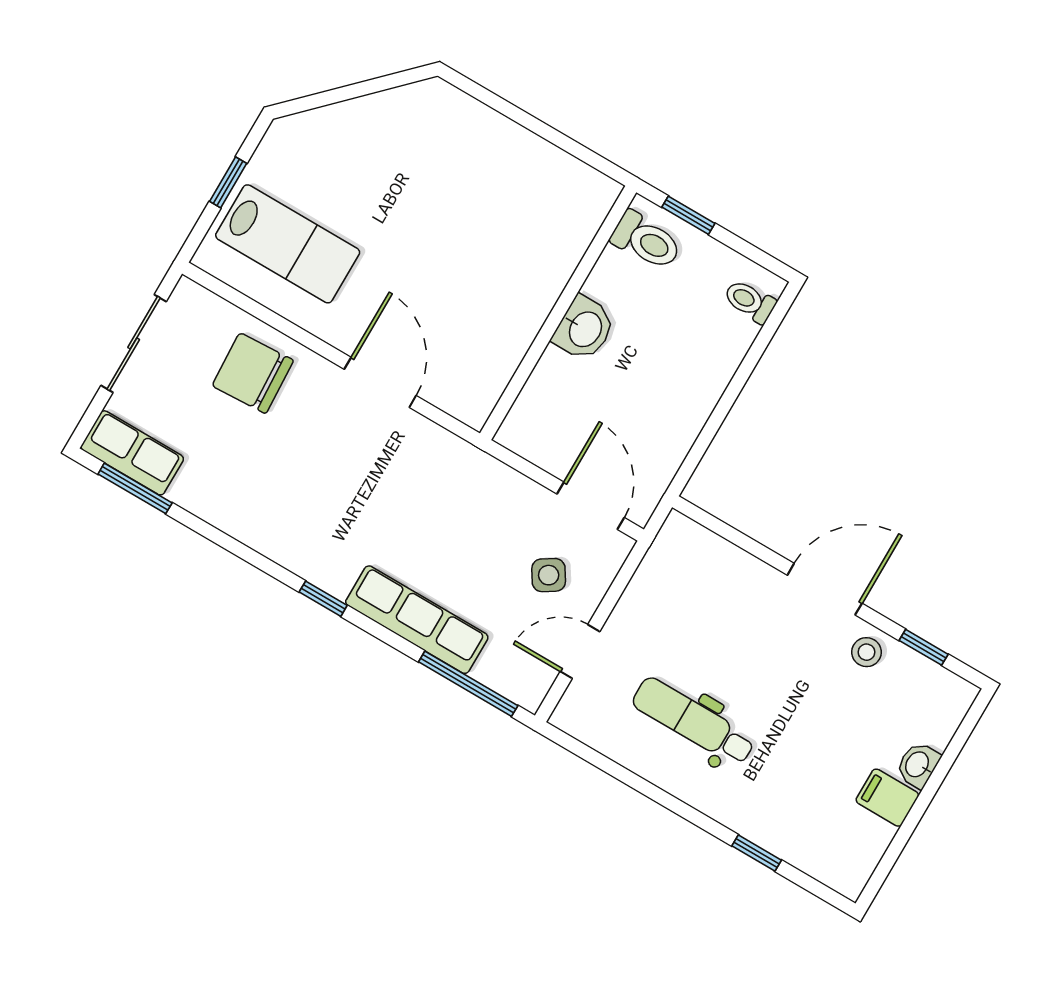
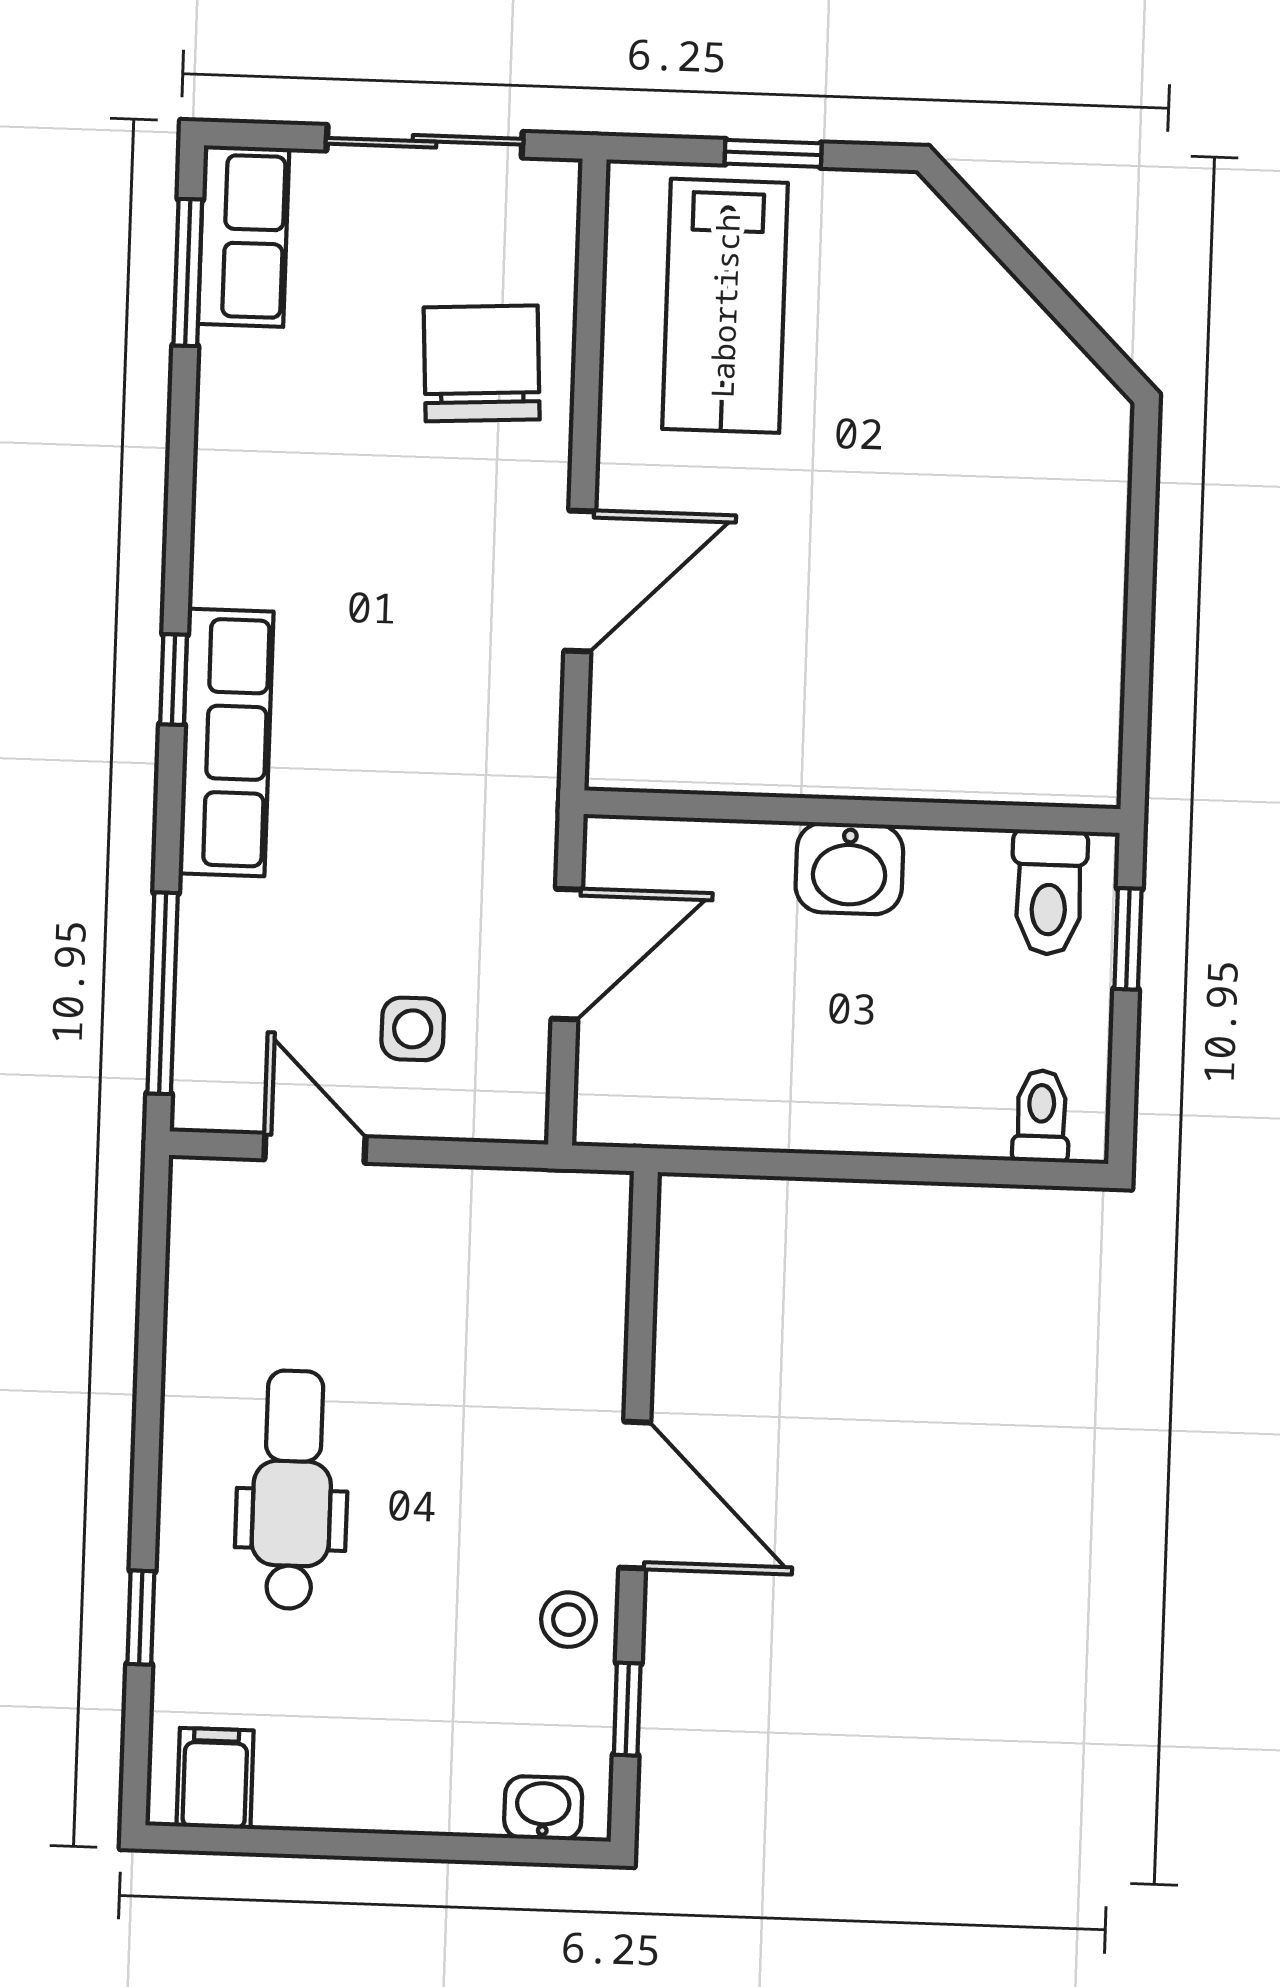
door: (591, 506) -> (567, 954), moved
side table: (549, 575) -> (413, 1029), turned 32
row of seats: (417, 620) -> (226, 742), moved
dental chair: (694, 722) -> (292, 1490), moved
washbasin: (918, 765) -> (543, 1808), moved
filing cabinet: (887, 798) -> (215, 1778), moved

